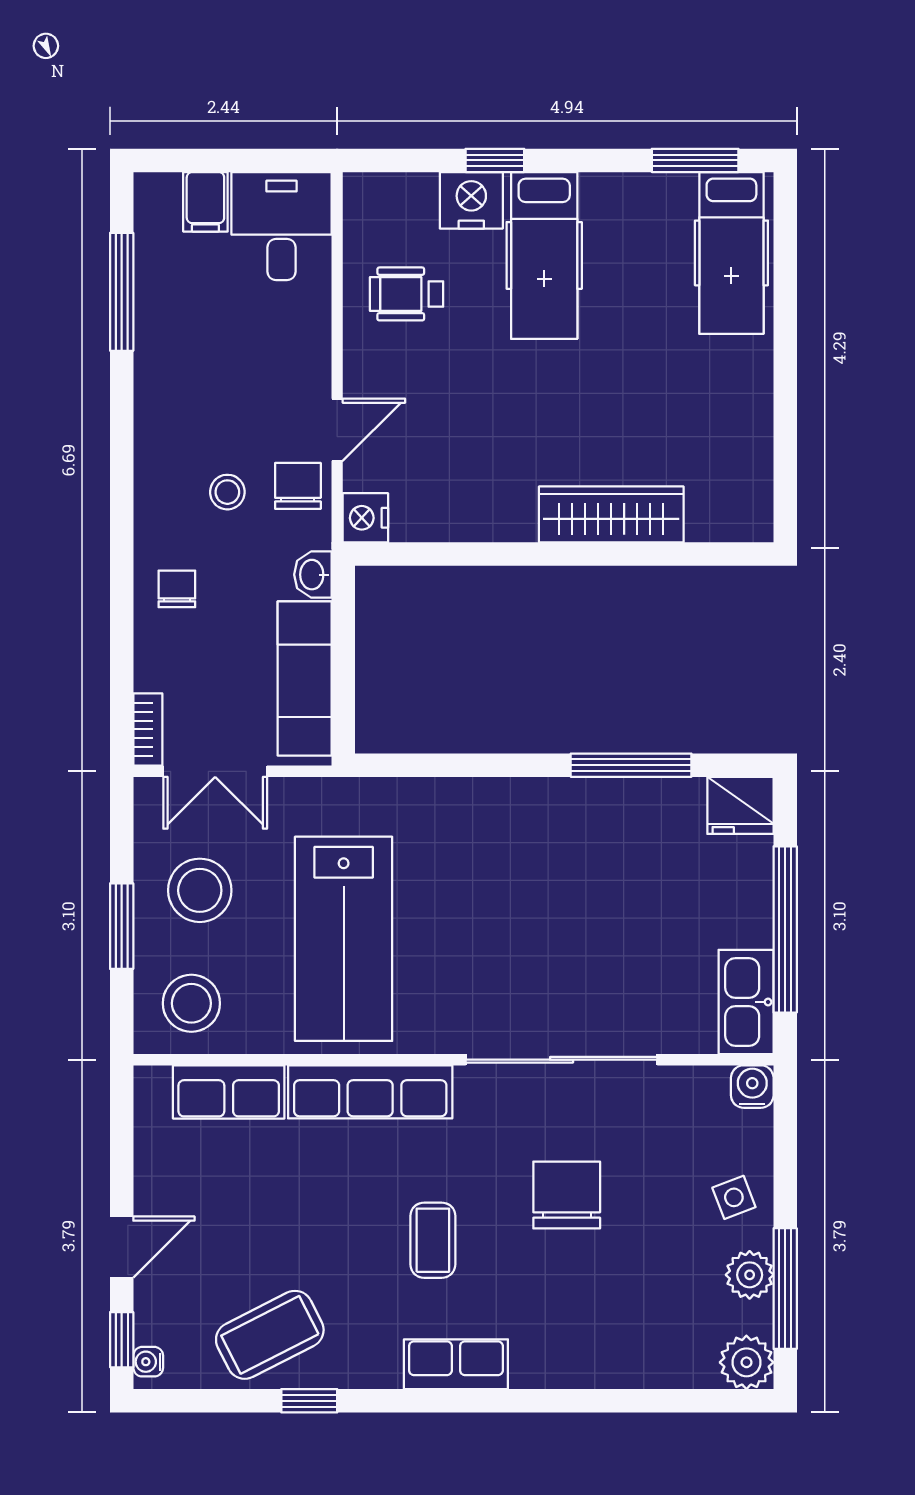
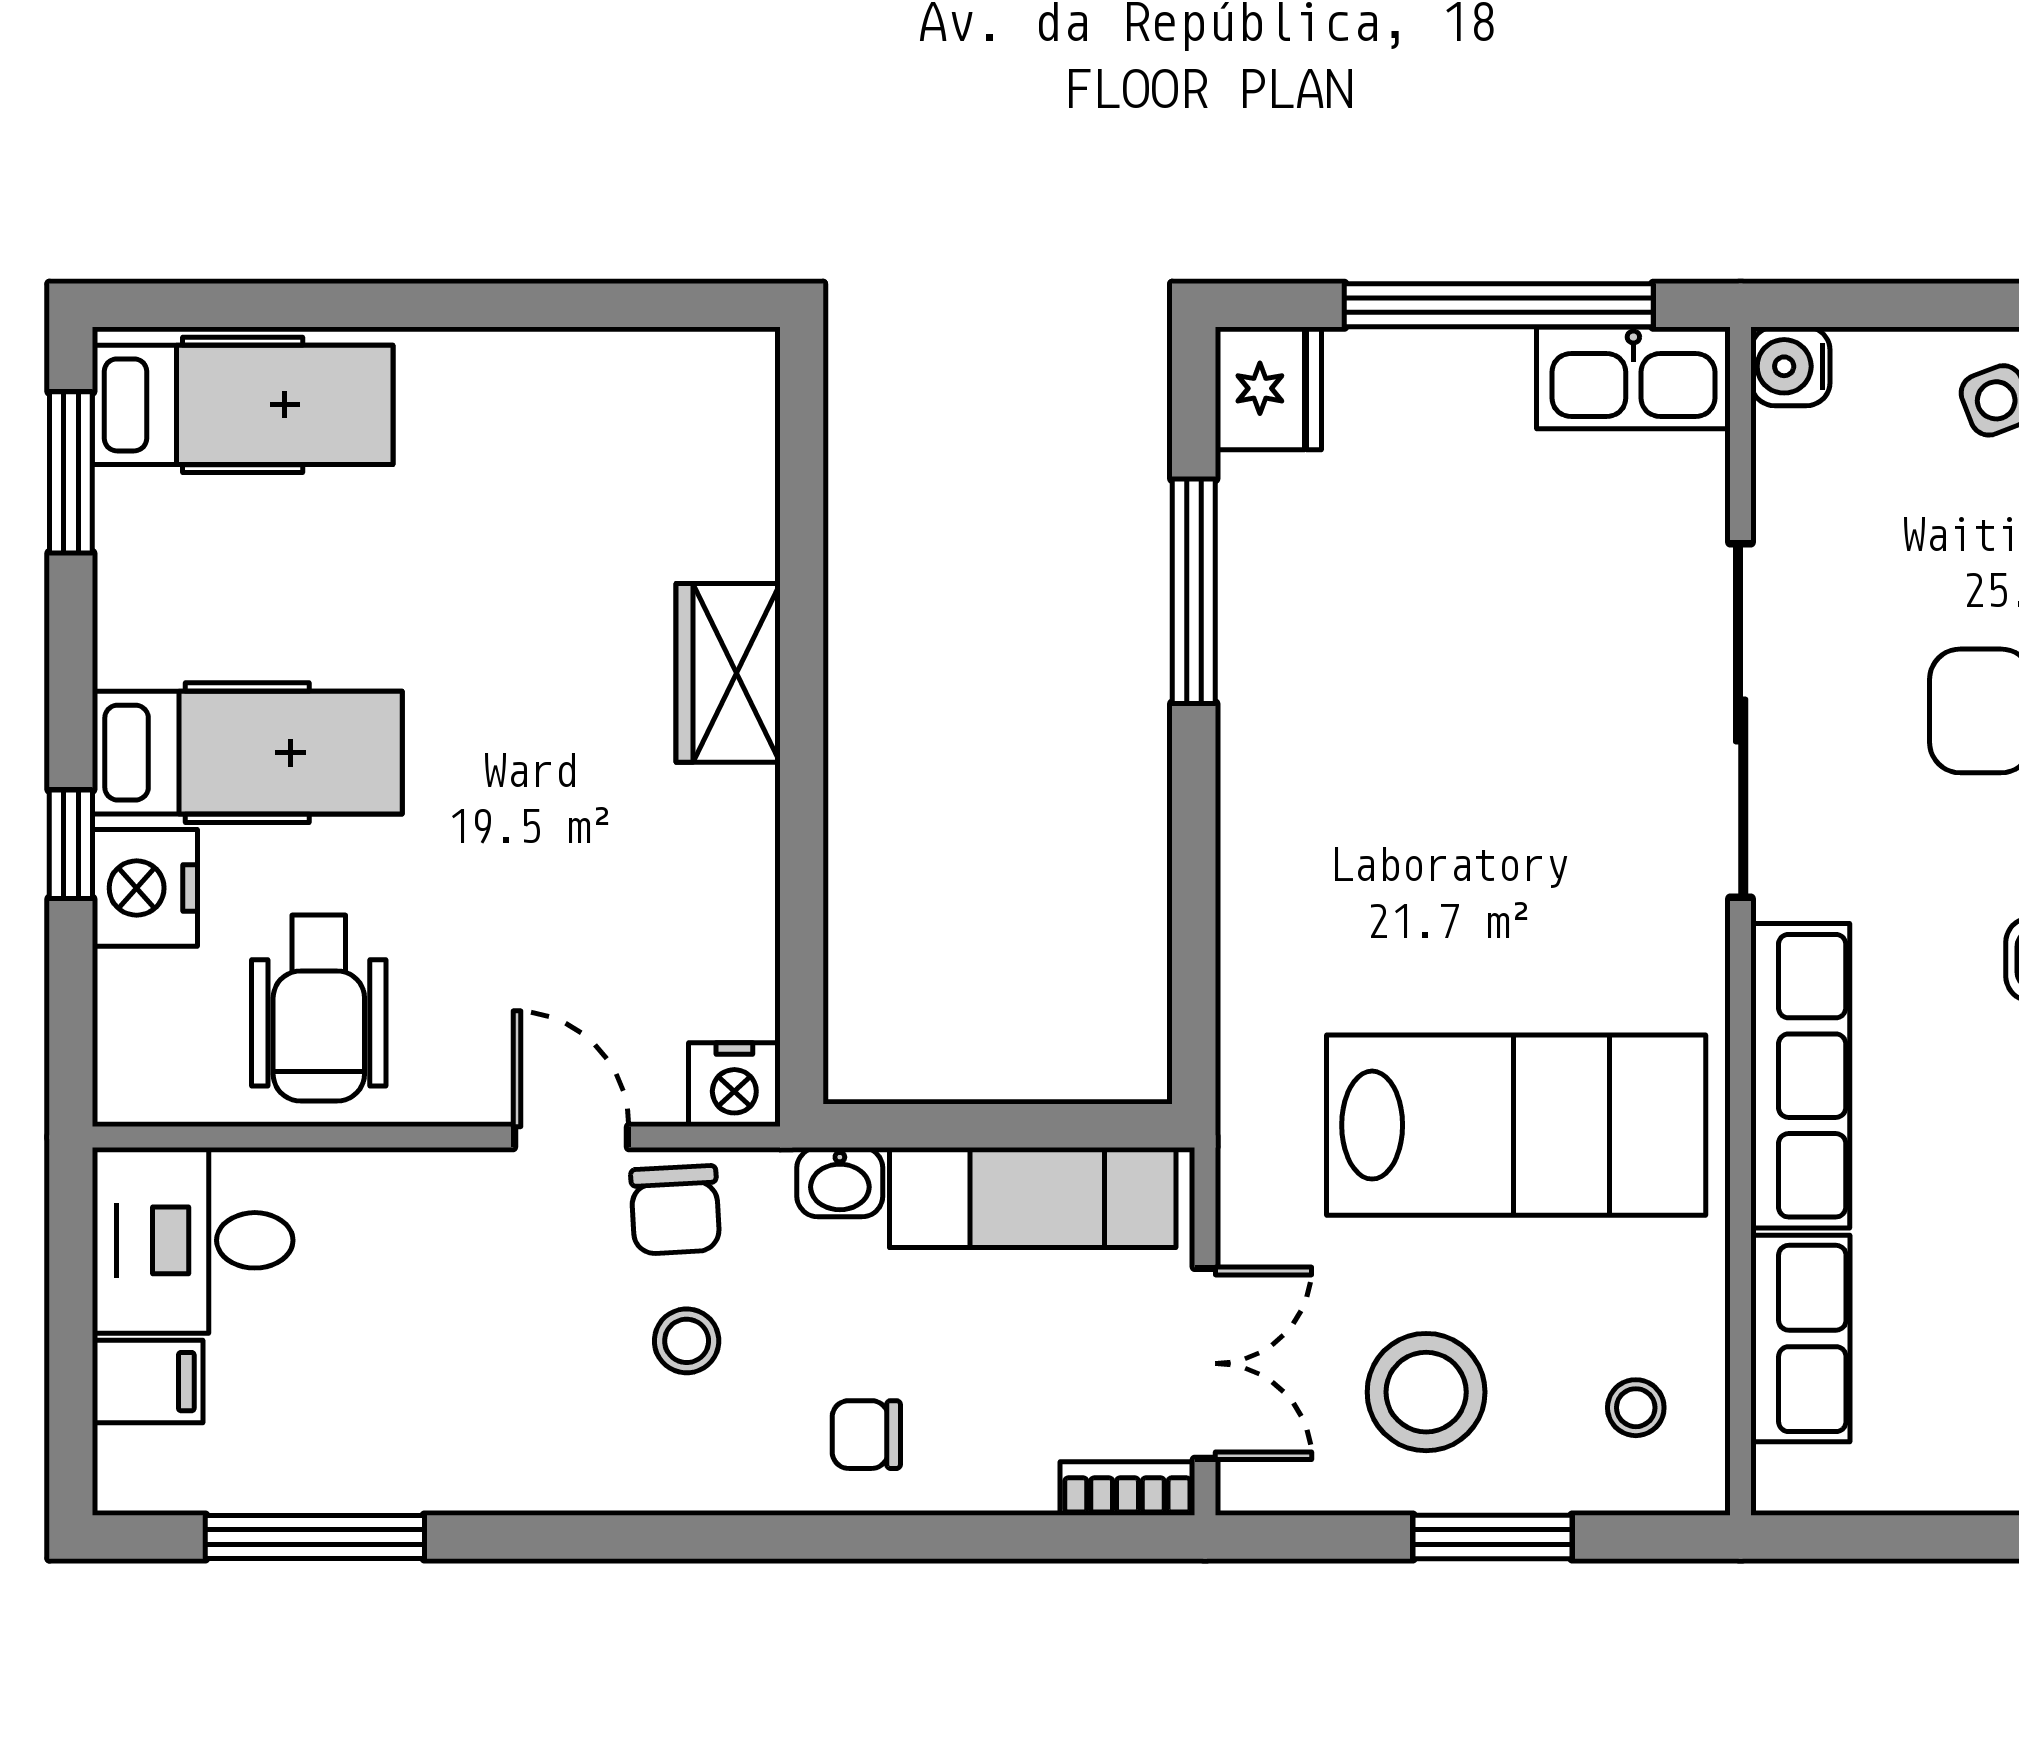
wheelchair: (407, 294) -> (319, 1008), width x1.36, depth x1.37
chair: (298, 486) -> (675, 1210), turned -93
wardrobe: (611, 514) -> (728, 673), width x0.67
stool: (191, 1003) -> (1636, 1408), width x0.53, depth x0.53

